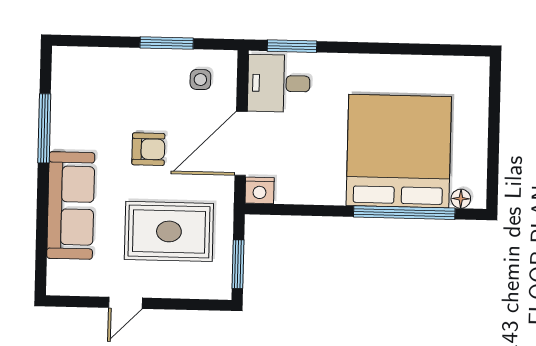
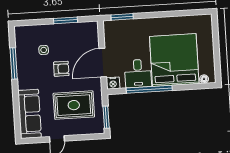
side table: (200, 80) -> (44, 50), moved
desk: (279, 83) -> (138, 74), moved, turned -90
sofa: (71, 205) -> (30, 114), moved
window: (404, 213) -> (149, 89), moved

